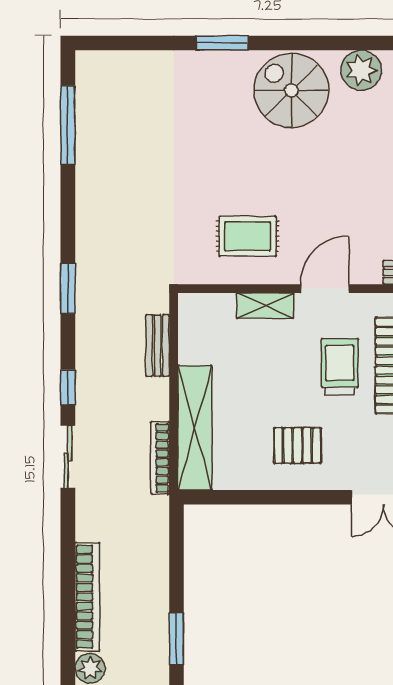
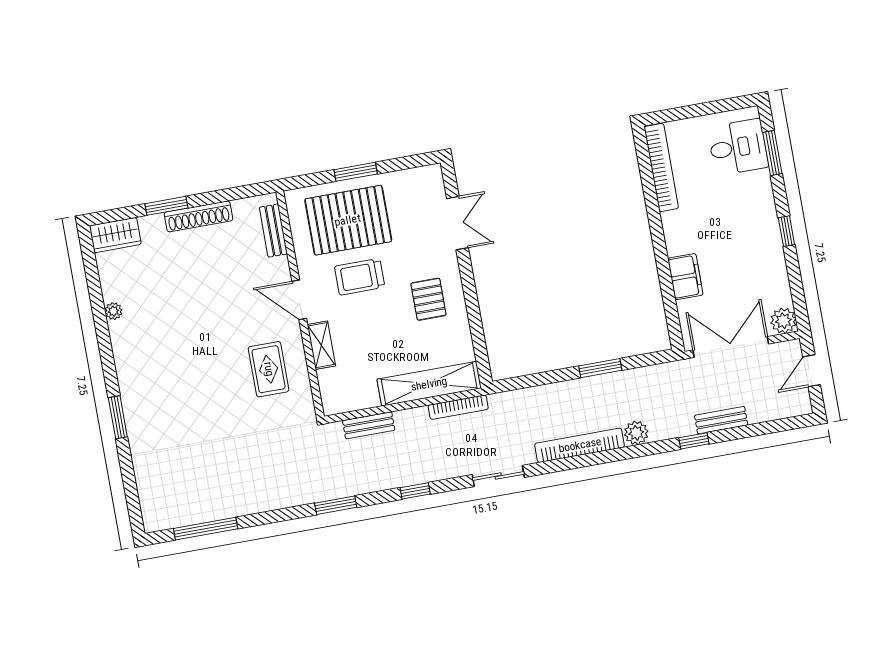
plant: (361, 70) -> (113, 311), width x0.53, depth x0.53
spiral stairs: (291, 90) -> (146, 355), removed
sliding door: (68, 457) -> (498, 476), moved

